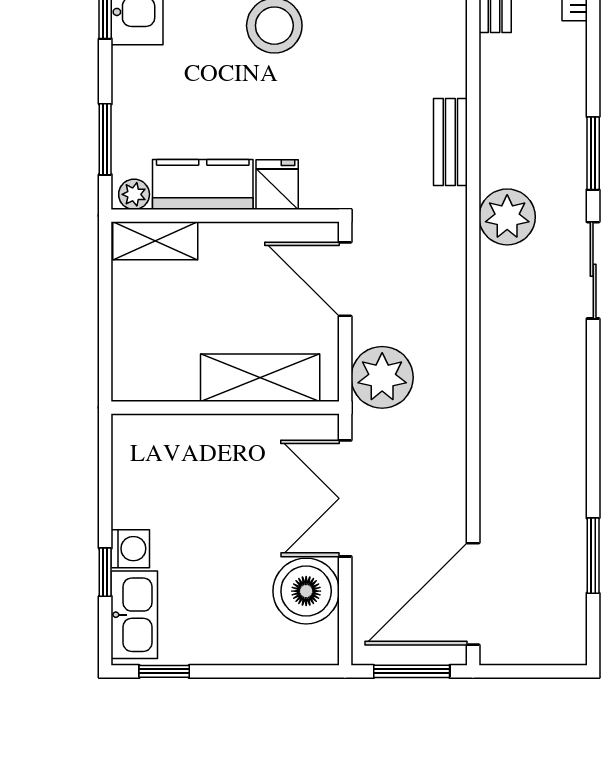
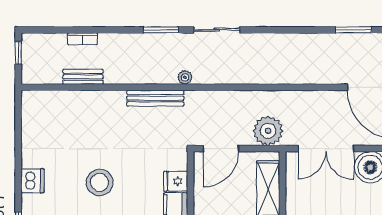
bench: (450, 142) -> (155, 98), width x1.36
plant: (507, 217) -> (185, 77), width x0.53, depth x0.53

